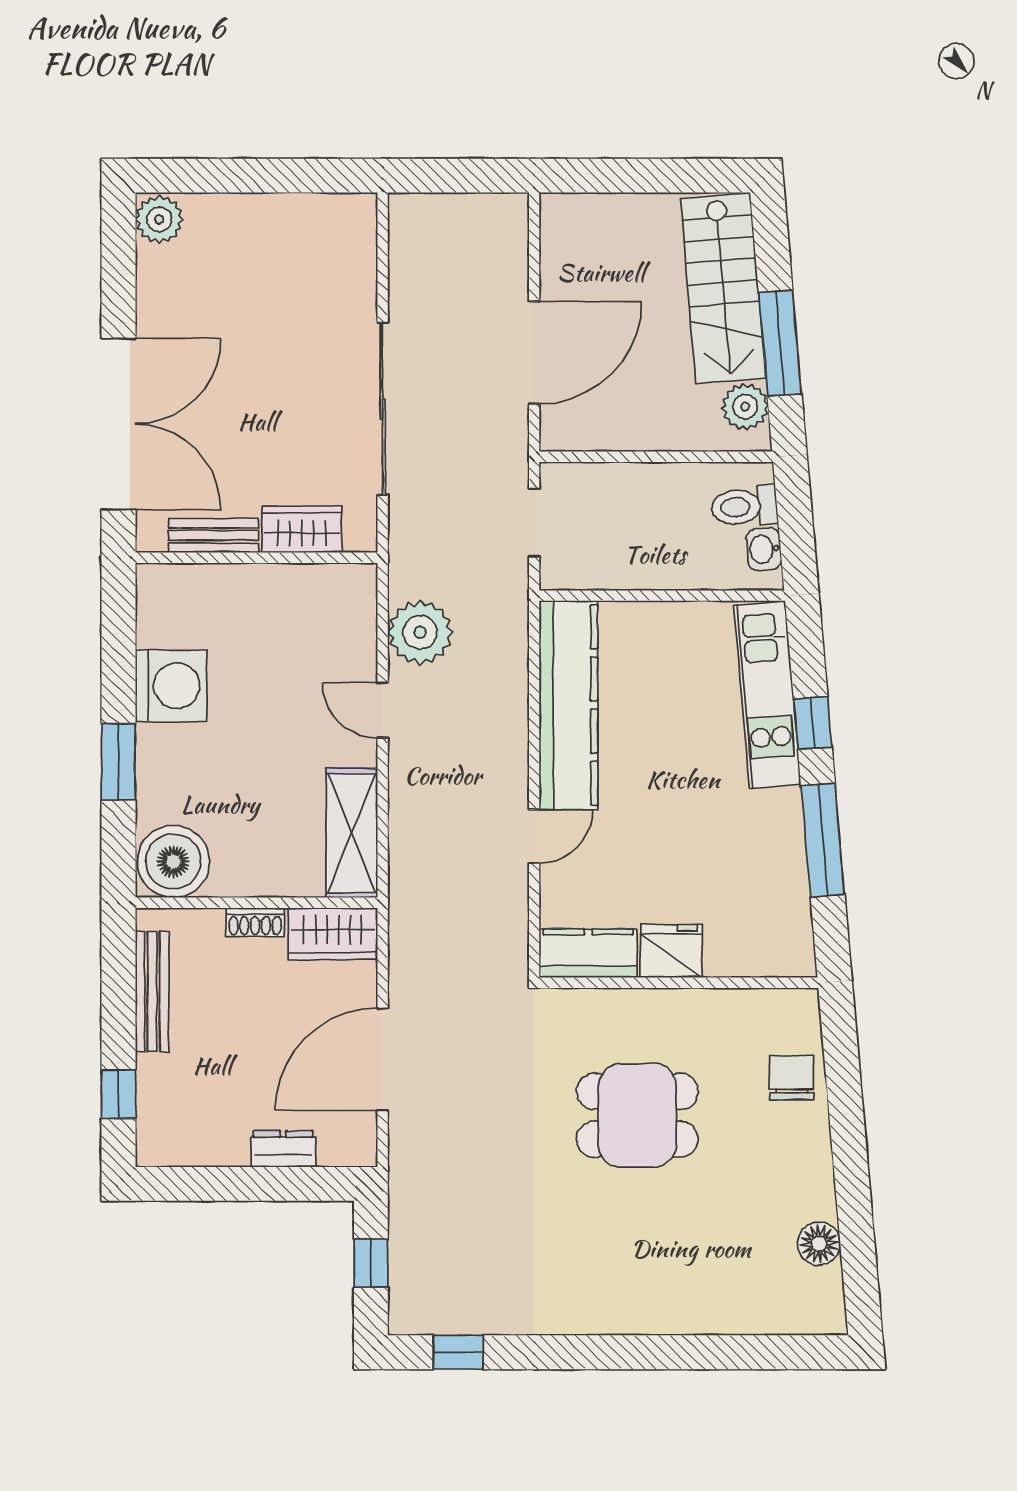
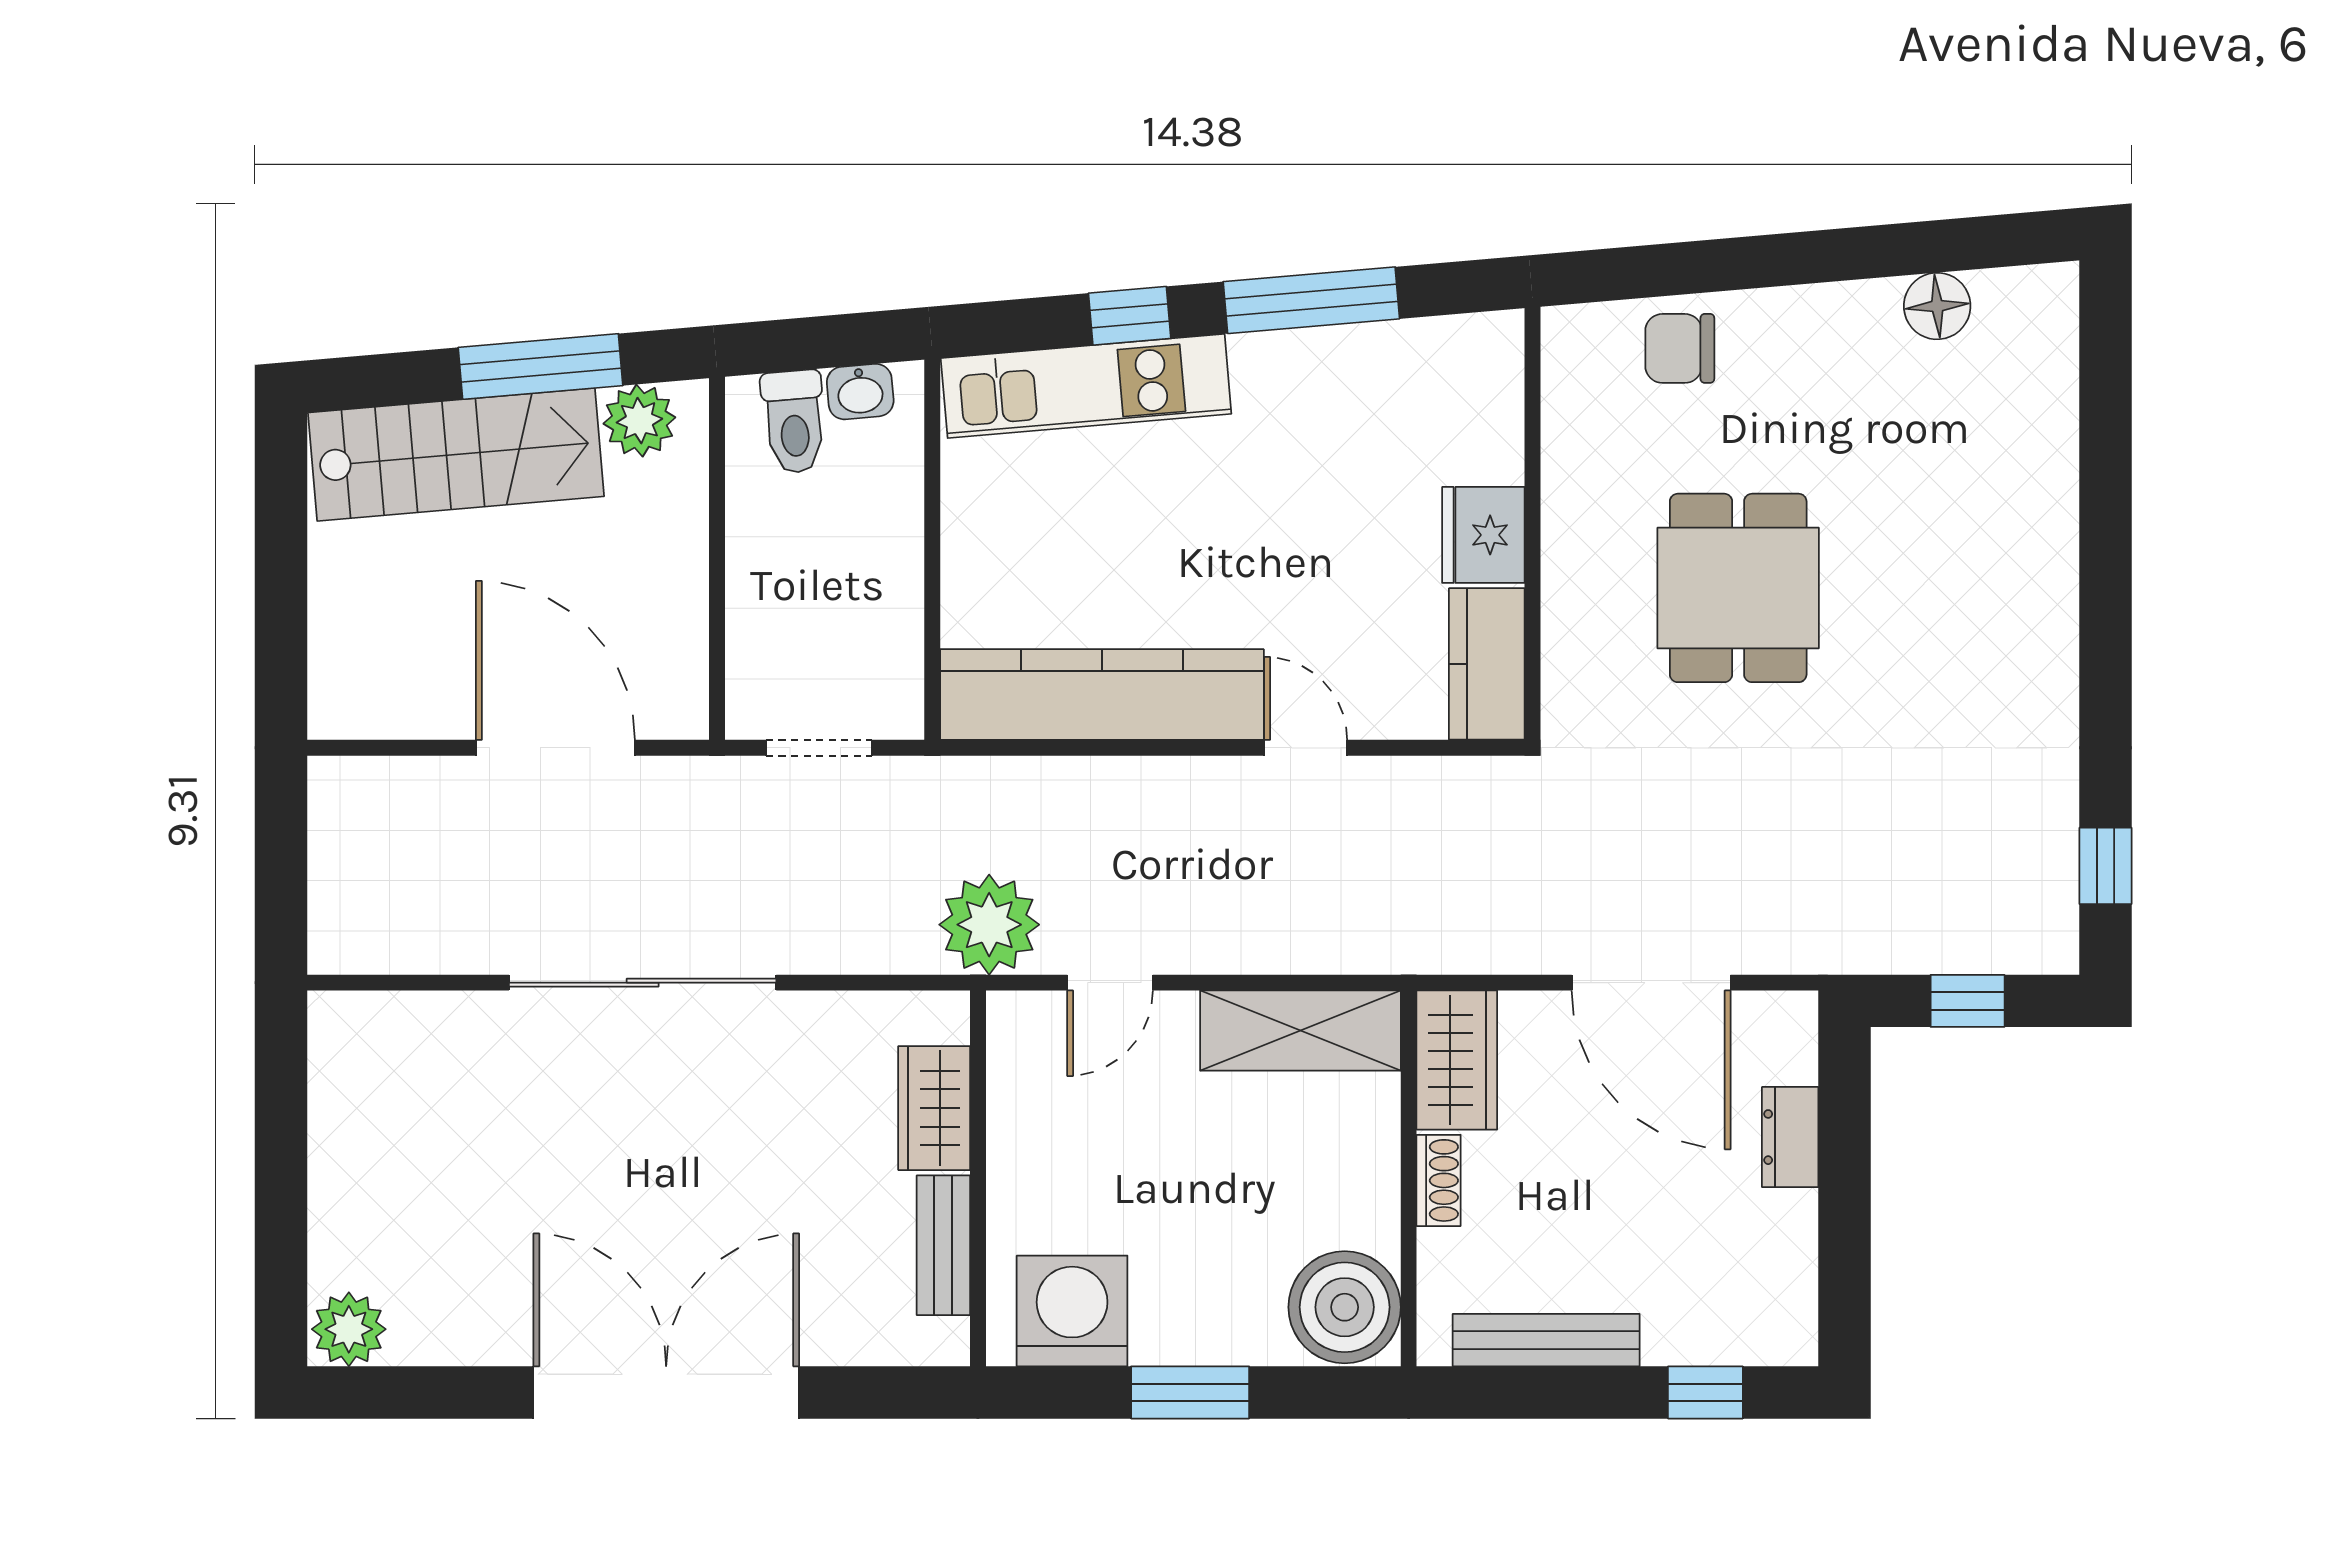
wardrobe: (302, 530) -> (934, 1108), moved
bench: (213, 535) -> (943, 1245), moved
wall: (256, 558) -> (978, 1178), moved

